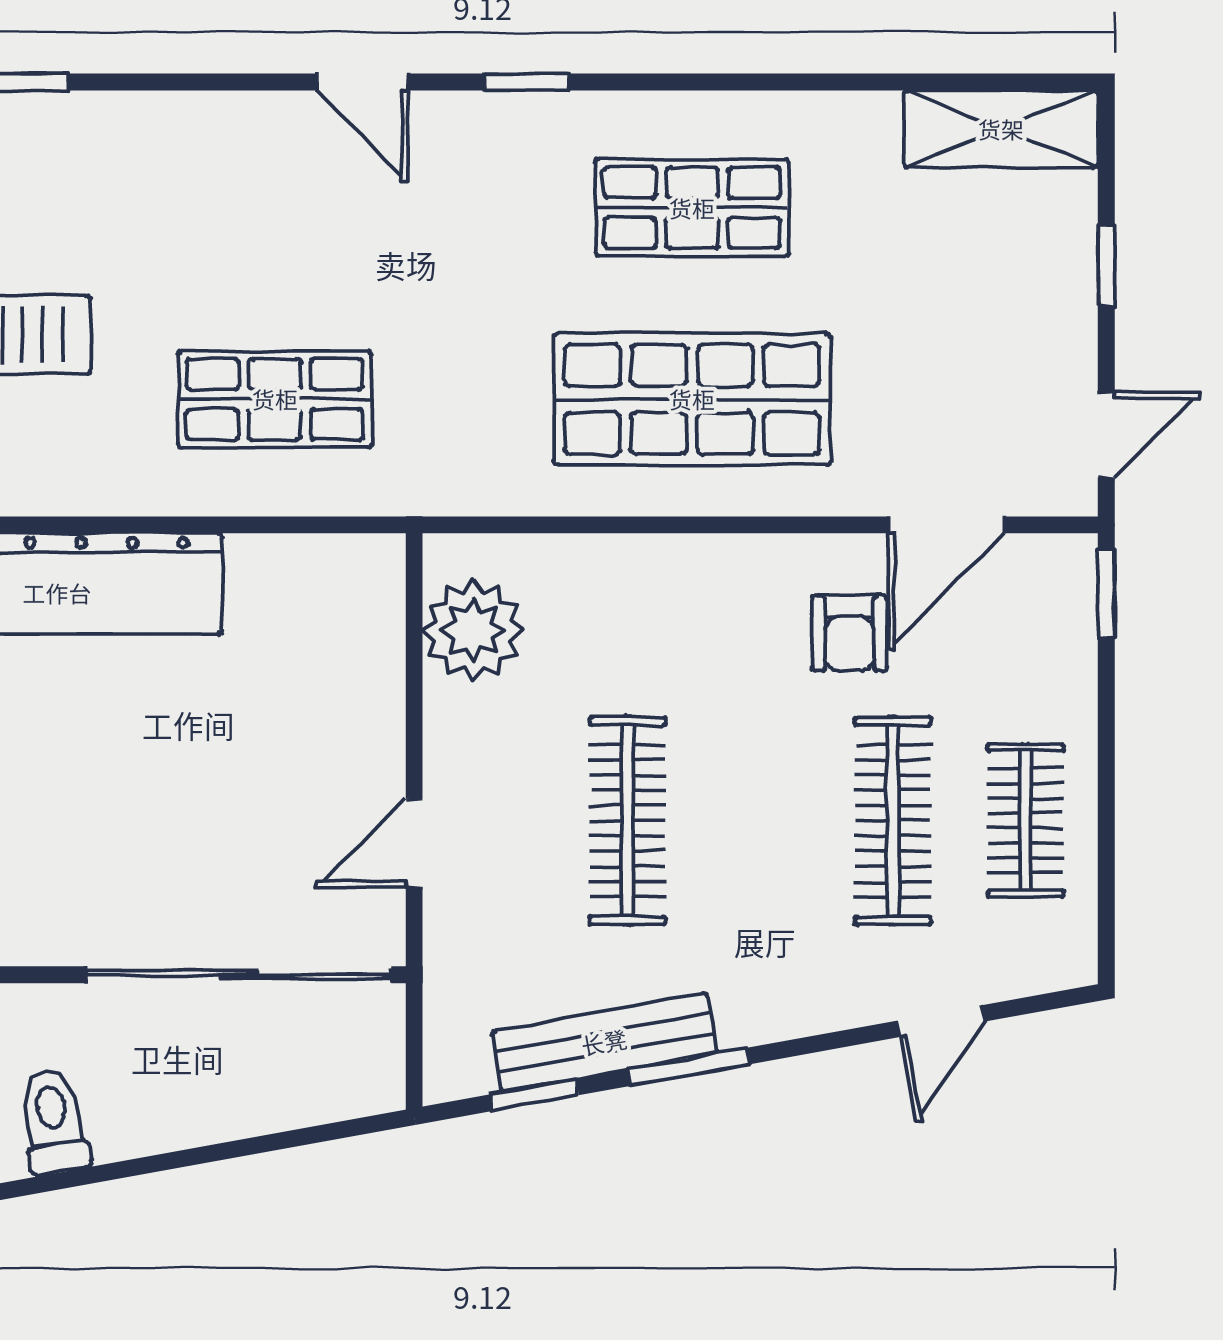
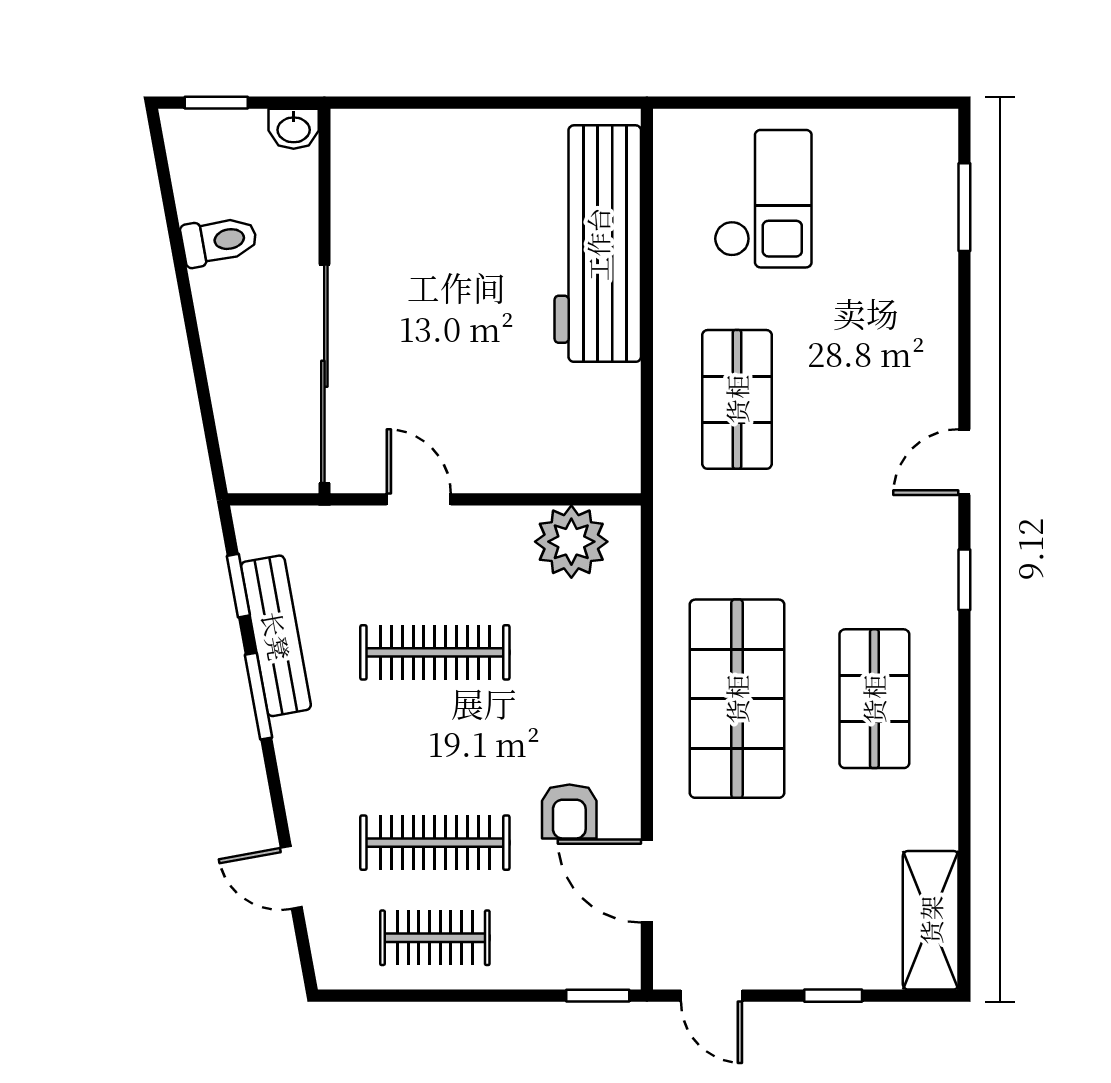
armchair: (849, 633) -> (569, 811), turned -90

